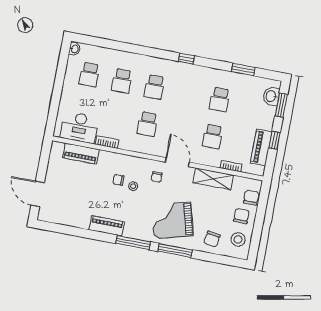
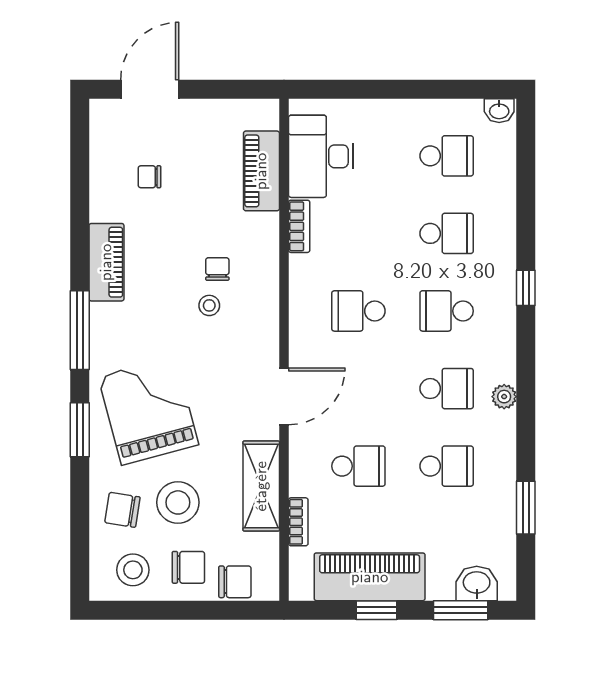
window: (186, 59) -> (526, 288), moved
plant: (195, 70) -> (504, 397), added
school desk: (89, 75) -> (447, 156), turned 180
school desk: (122, 81) -> (447, 233), turned 180
school desk: (187, 93) -> (447, 389), added
school desk: (220, 99) -> (447, 466), turned 180
school desk: (213, 136) -> (358, 466), turned 180
piano: (261, 147) -> (370, 577), width x1.37, depth x1.33
chair: (157, 177) -> (149, 177), moved
stool: (213, 215) -> (178, 502), added
window: (175, 251) -> (80, 430), width x0.69

